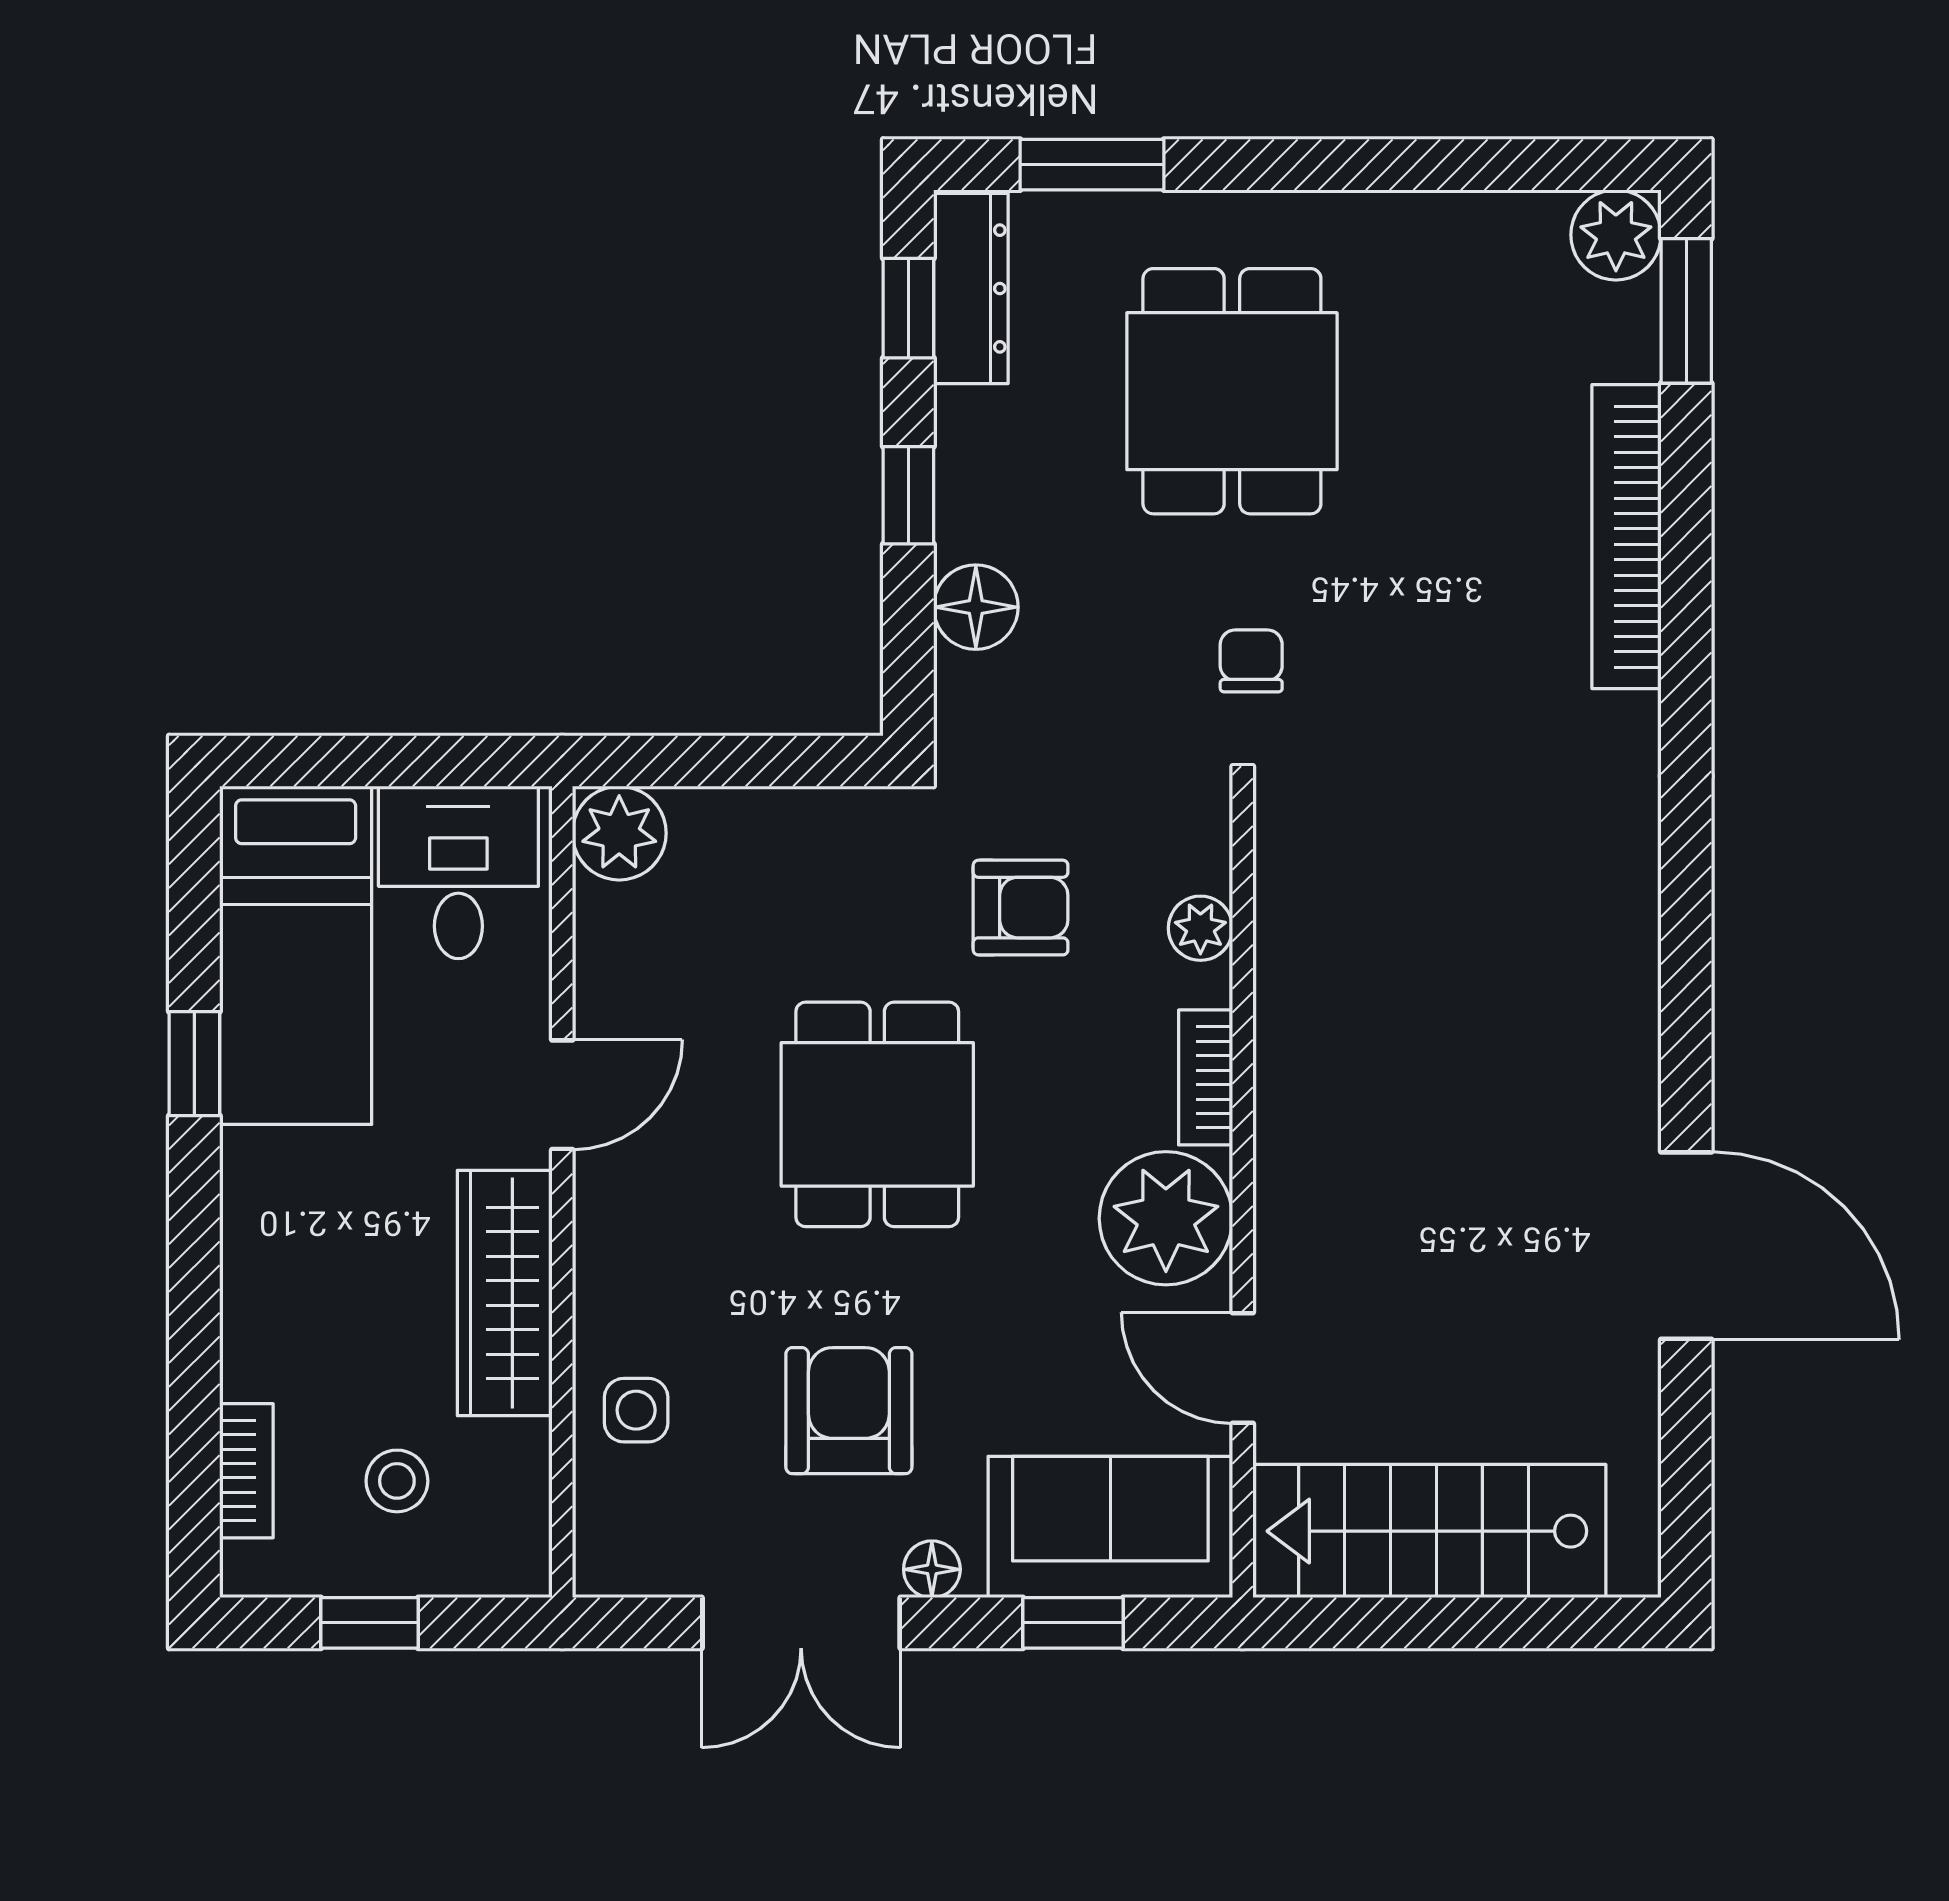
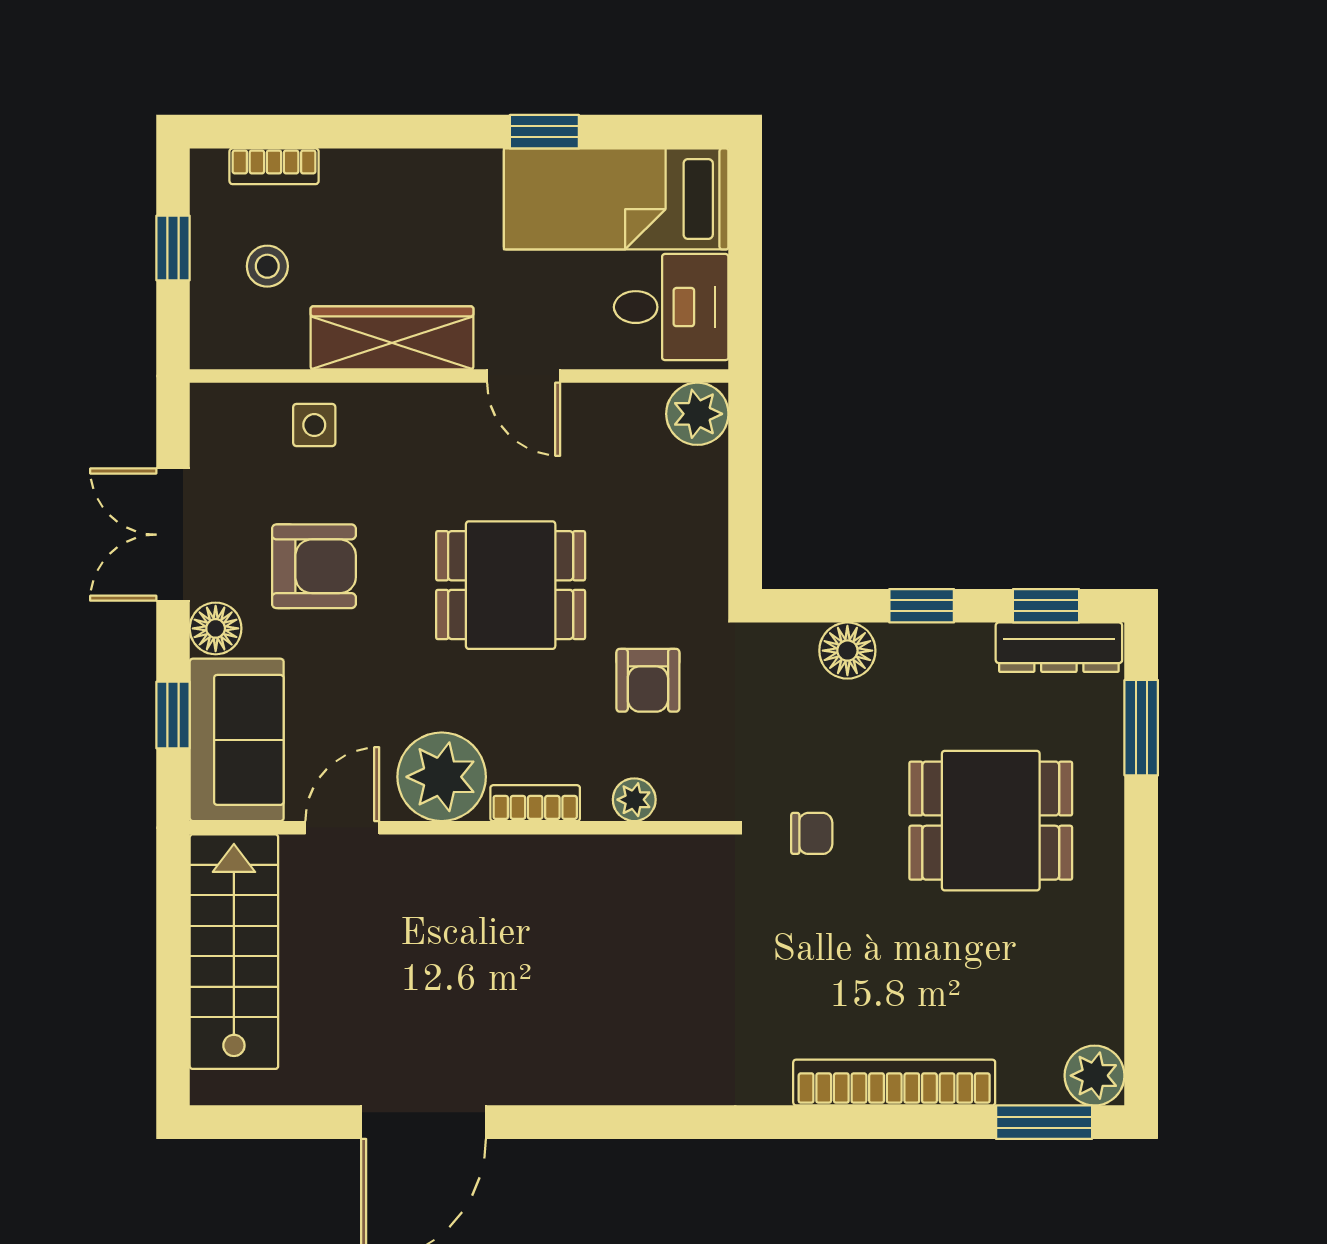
floor lamp: (932, 1569) -> (216, 628), width x1.37, depth x1.37

